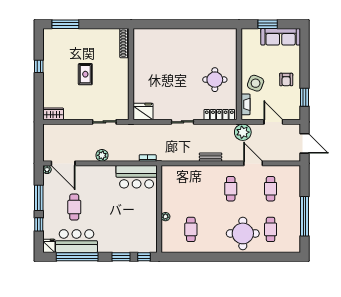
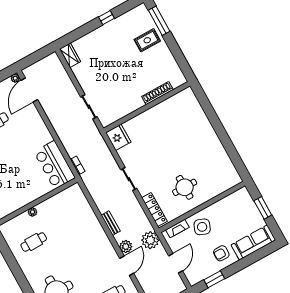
sofa: (281, 37) -> (253, 243), moved, turned 90
shoe rack: (124, 43) -> (157, 93), moved
rug: (85, 74) -> (147, 40), moved
plant: (102, 155) -> (126, 247), moved
cafe table: (231, 189) -> (92, 258), removed

